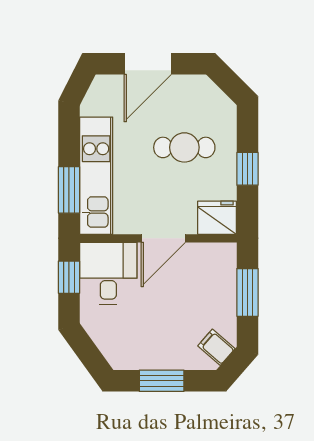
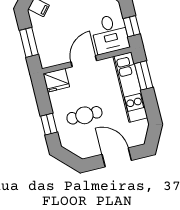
door: (148, 64) -> (117, 157), hinge flipped
window: (247, 169) -> (49, 124), moved

